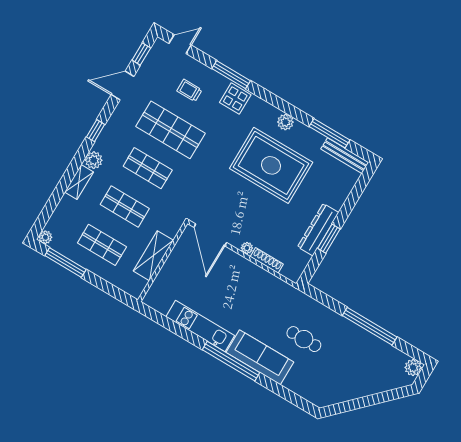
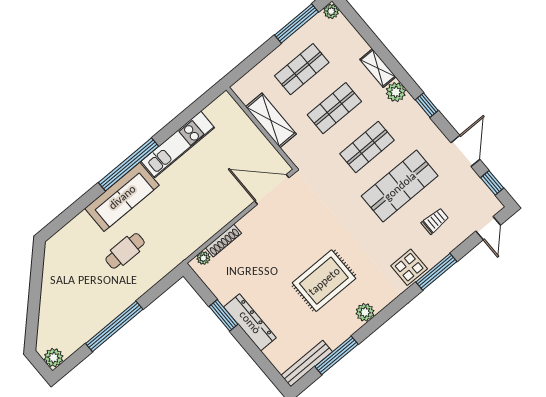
rug: (271, 165) -> (324, 281), width x0.73, depth x0.69
dresser: (318, 230) -> (250, 322), moved
plant: (247, 248) -> (203, 258), moved

